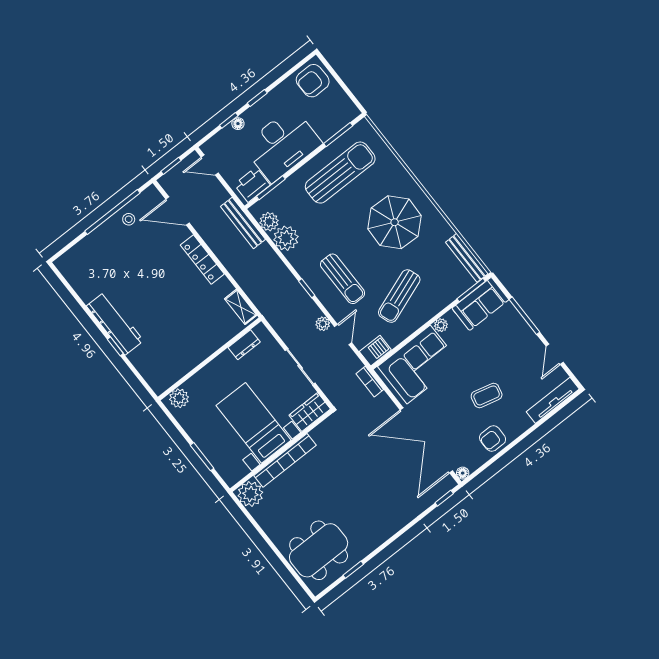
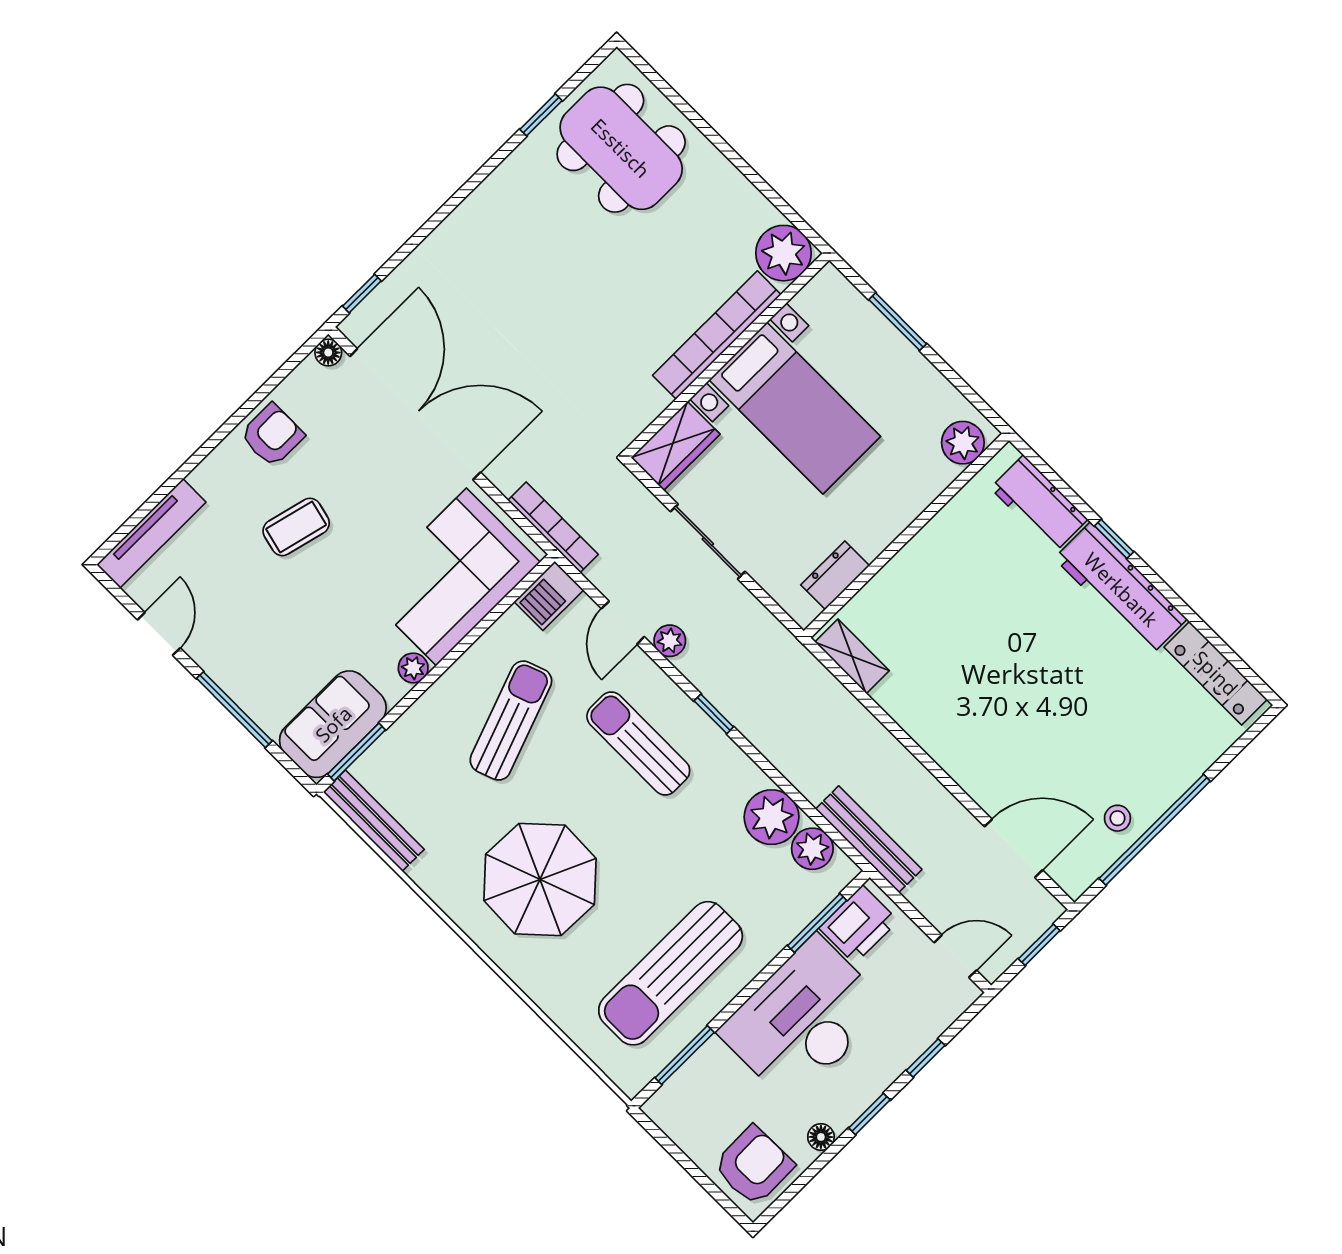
floor lamp: (238, 124) -> (821, 1137), moved
locker: (202, 260) -> (1216, 673), moved, turned 180
workbench: (148, 366) -> (1039, 504), added
bookcase: (370, 382) -> (553, 527), width x1.56
dining table: (319, 550) -> (621, 148), turned 90

